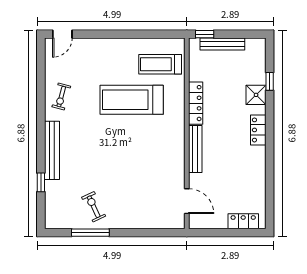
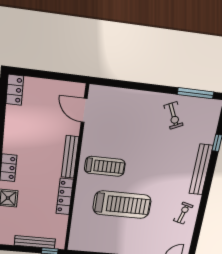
treadmill: (160, 64) -> (105, 166), moved
locker: (243, 221) -> (15, 90), moved, turned -90
window: (90, 233) -> (196, 93), moved

